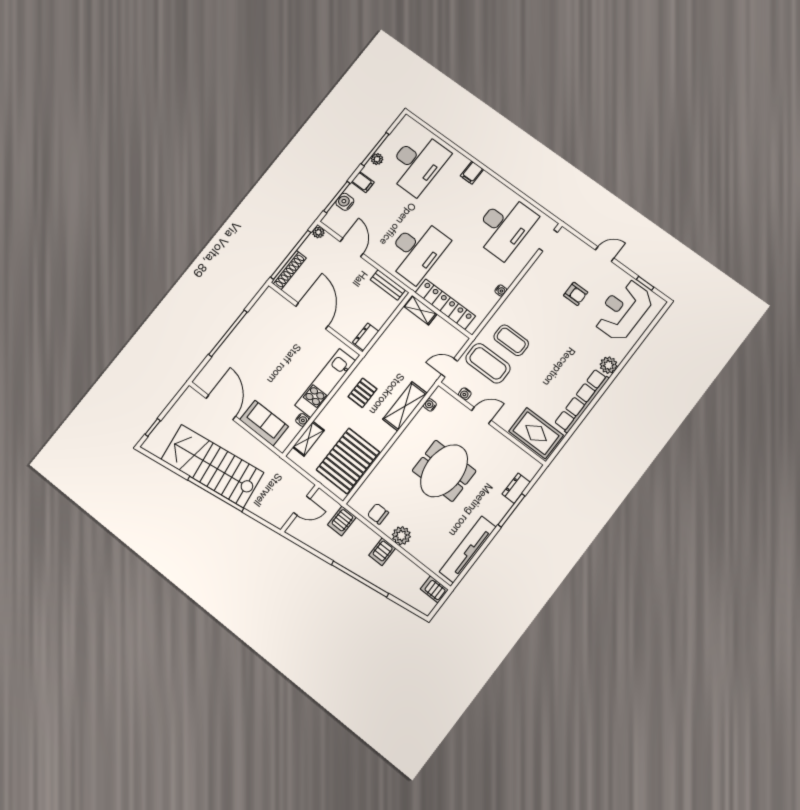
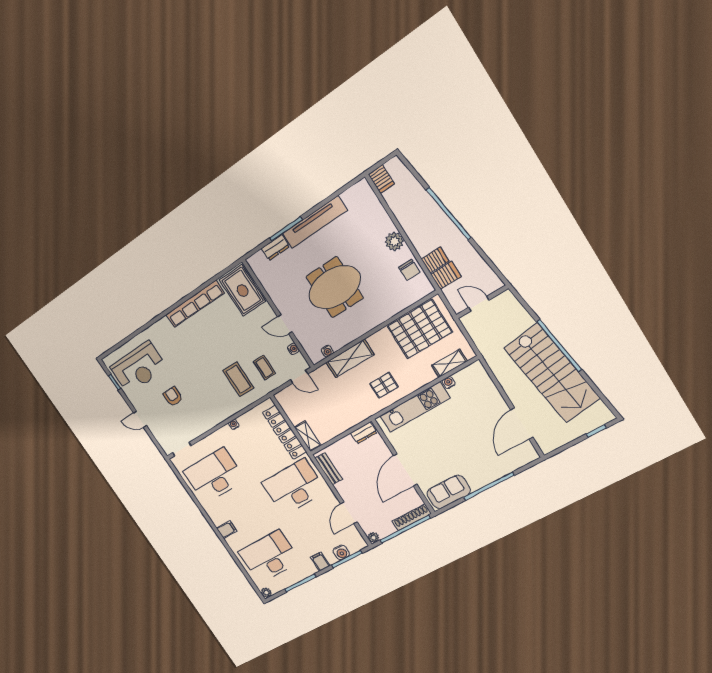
plant: (377, 159) -> (266, 593), moved
coffee table: (488, 363) -> (264, 367), width x0.54, depth x0.58
plant: (609, 365) -> (164, 326), removed
sofa: (264, 423) -> (449, 492), moved, turned 90
tv unit: (468, 549) -> (315, 222), moved
server rack: (382, 552) -> (435, 260), moved

